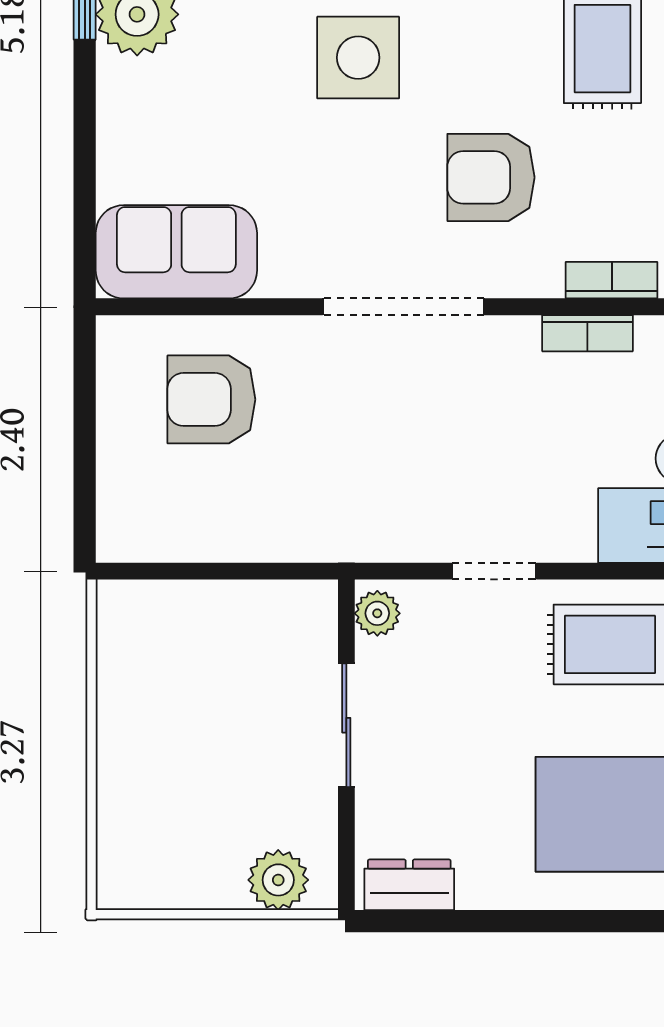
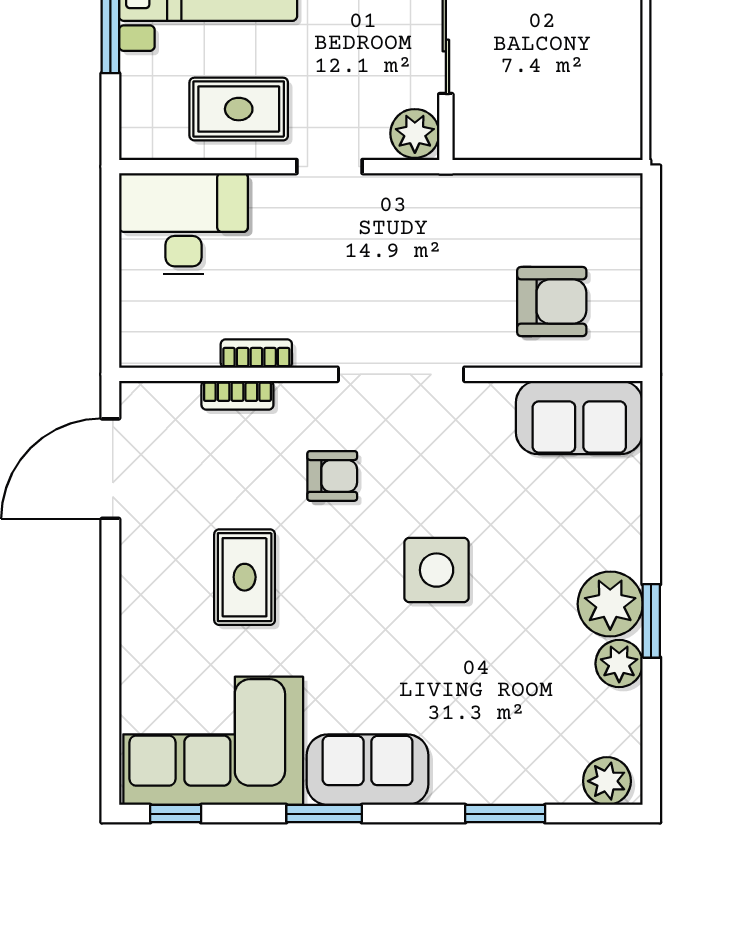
armchair: (491, 177) -> (332, 476), width x0.72, depth x0.72
plant: (377, 613) -> (415, 133), width x1.38, depth x1.38

